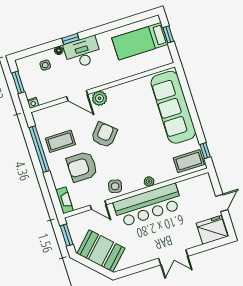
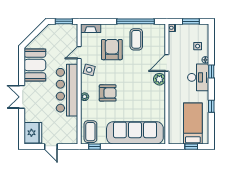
window: (112, 26) -> (211, 106), added
armchair: (104, 135) -> (108, 93), moved, turned -41
booth: (101, 251) -> (35, 65), moved, turned -45

